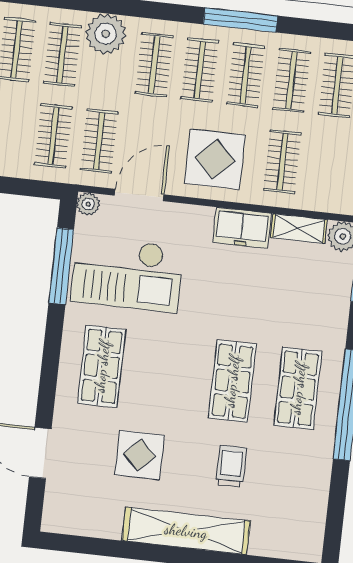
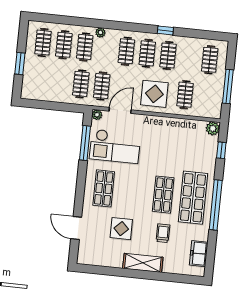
window: (240, 20) -> (165, 30), width x0.46
plant: (106, 34) -> (100, 33), width x0.53, depth x0.53
clothes rail: (291, 80) -> (189, 58), removed
freezer: (242, 228) -> (199, 254), moved, turned 90
shelving: (299, 229) -> (193, 125), removed
shop shelf: (298, 388) -> (193, 198), width x1.43, depth x1.36
shelving: (186, 531) -> (143, 263), width x0.68

